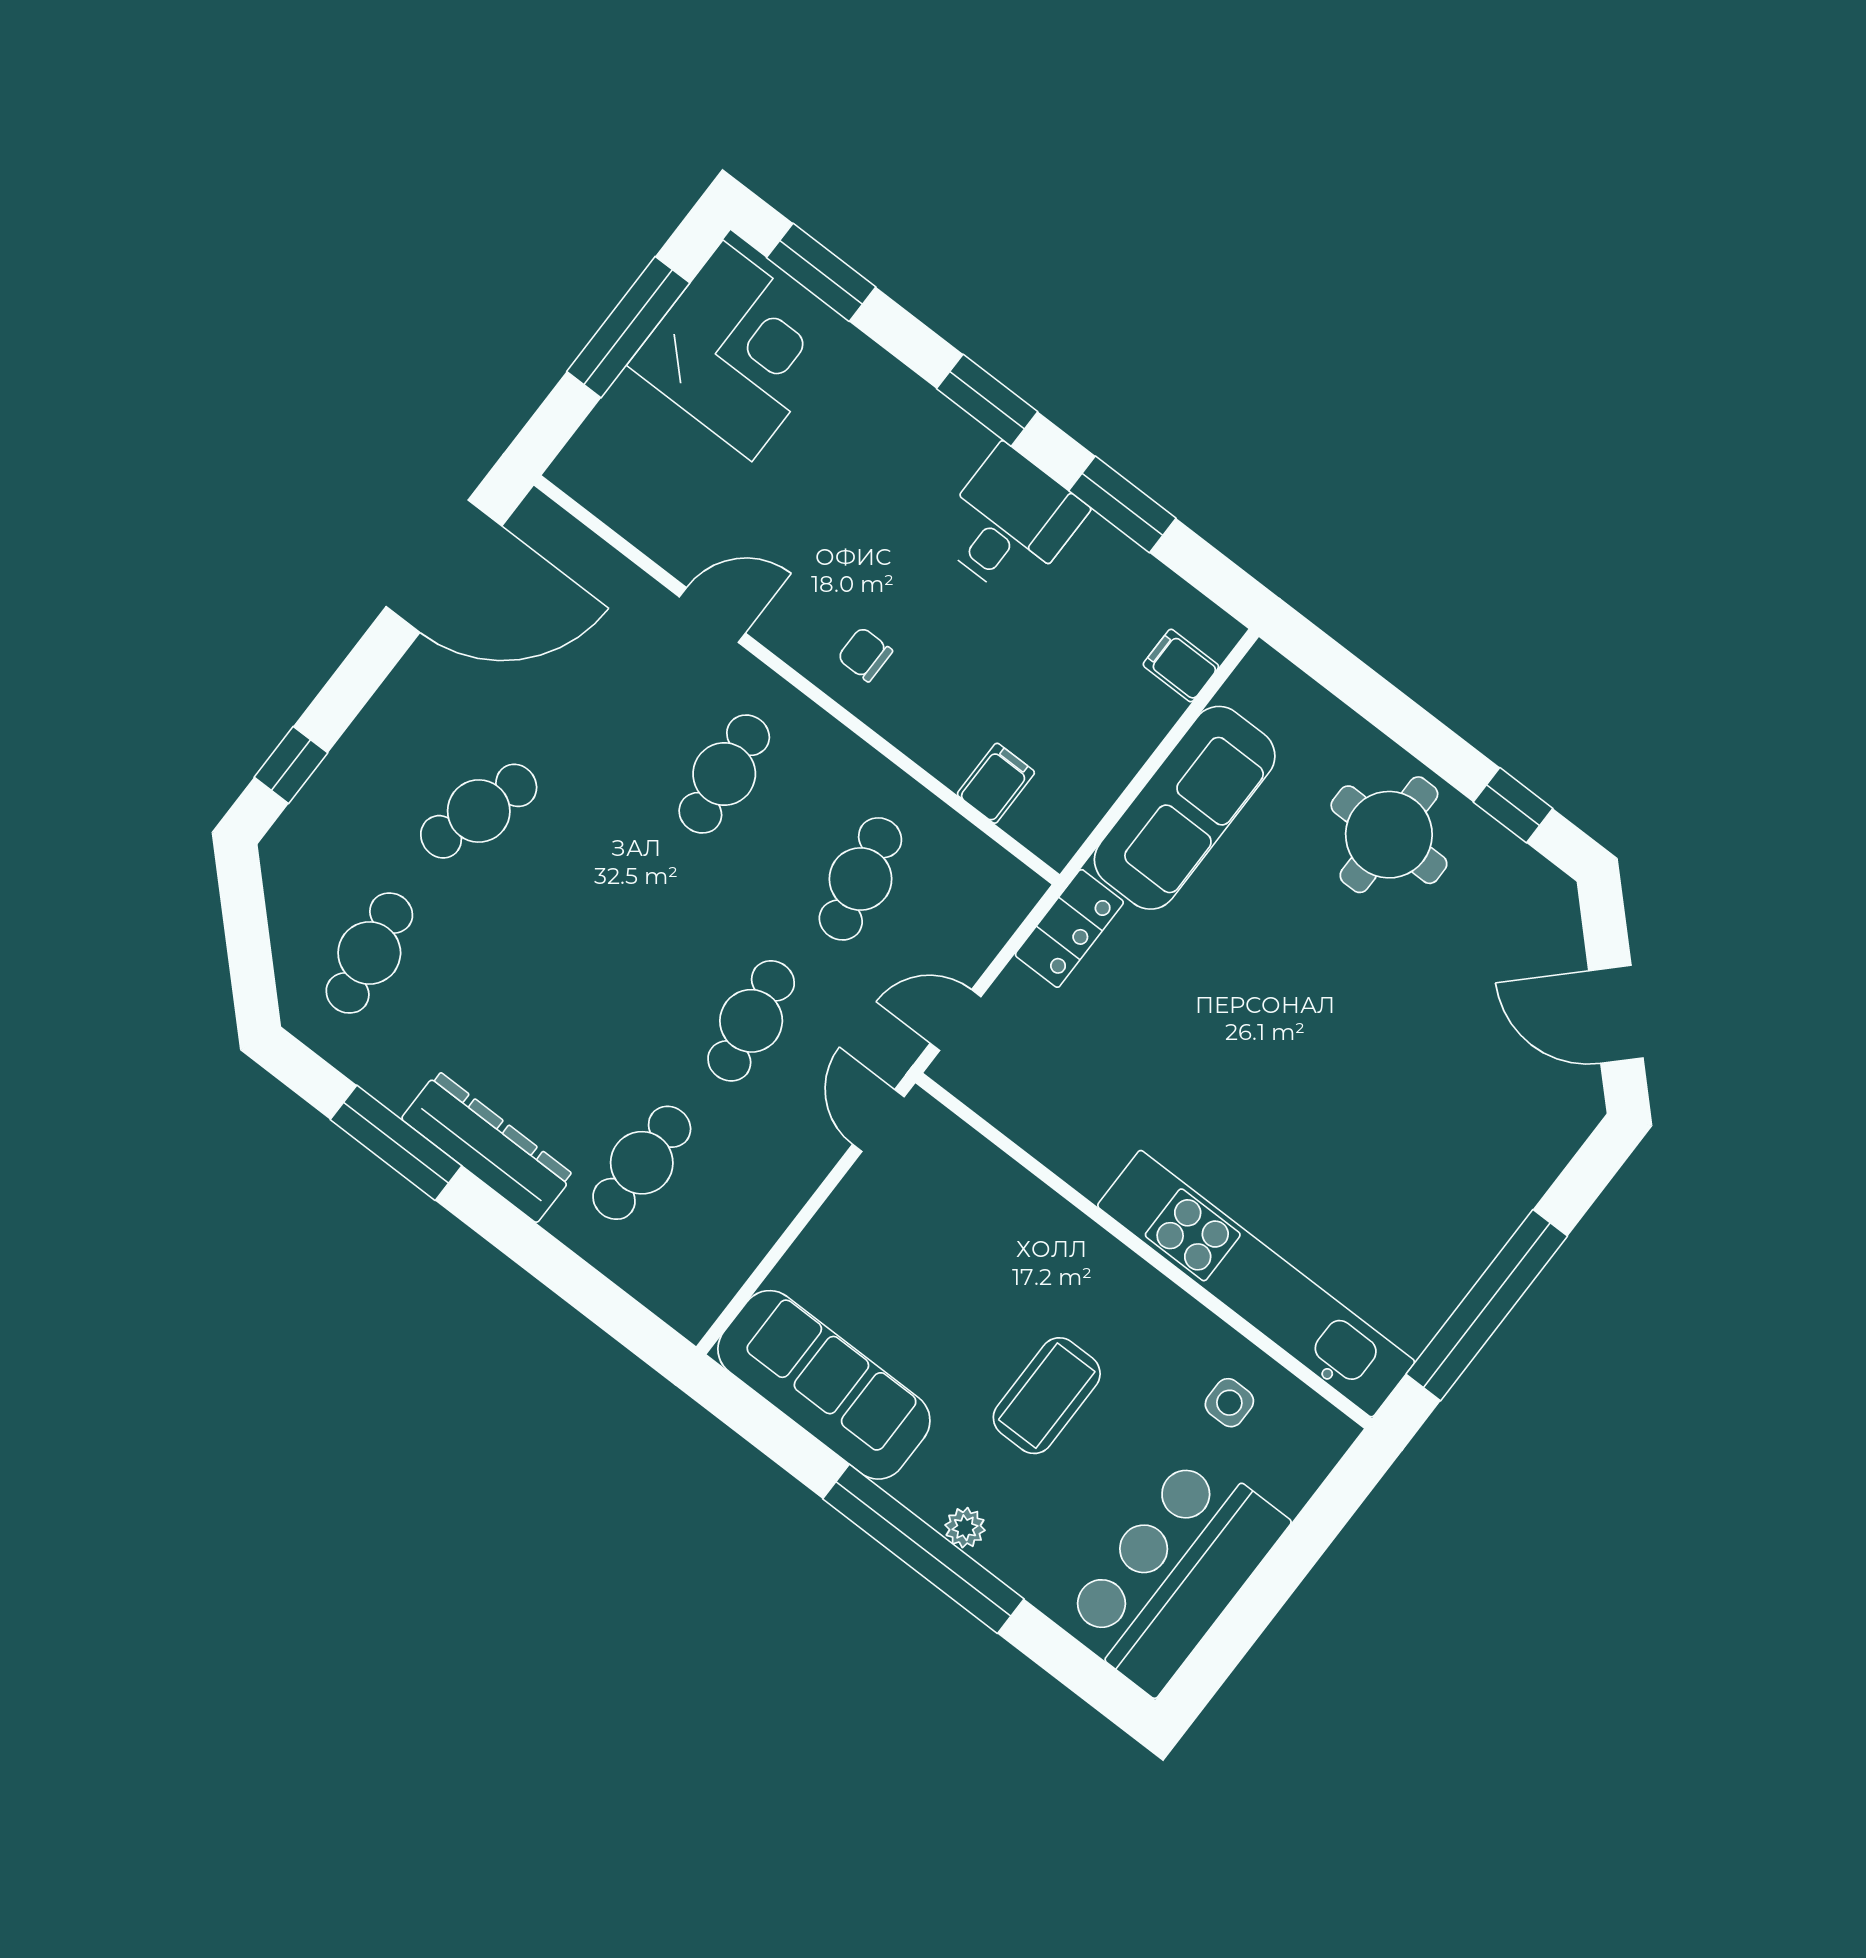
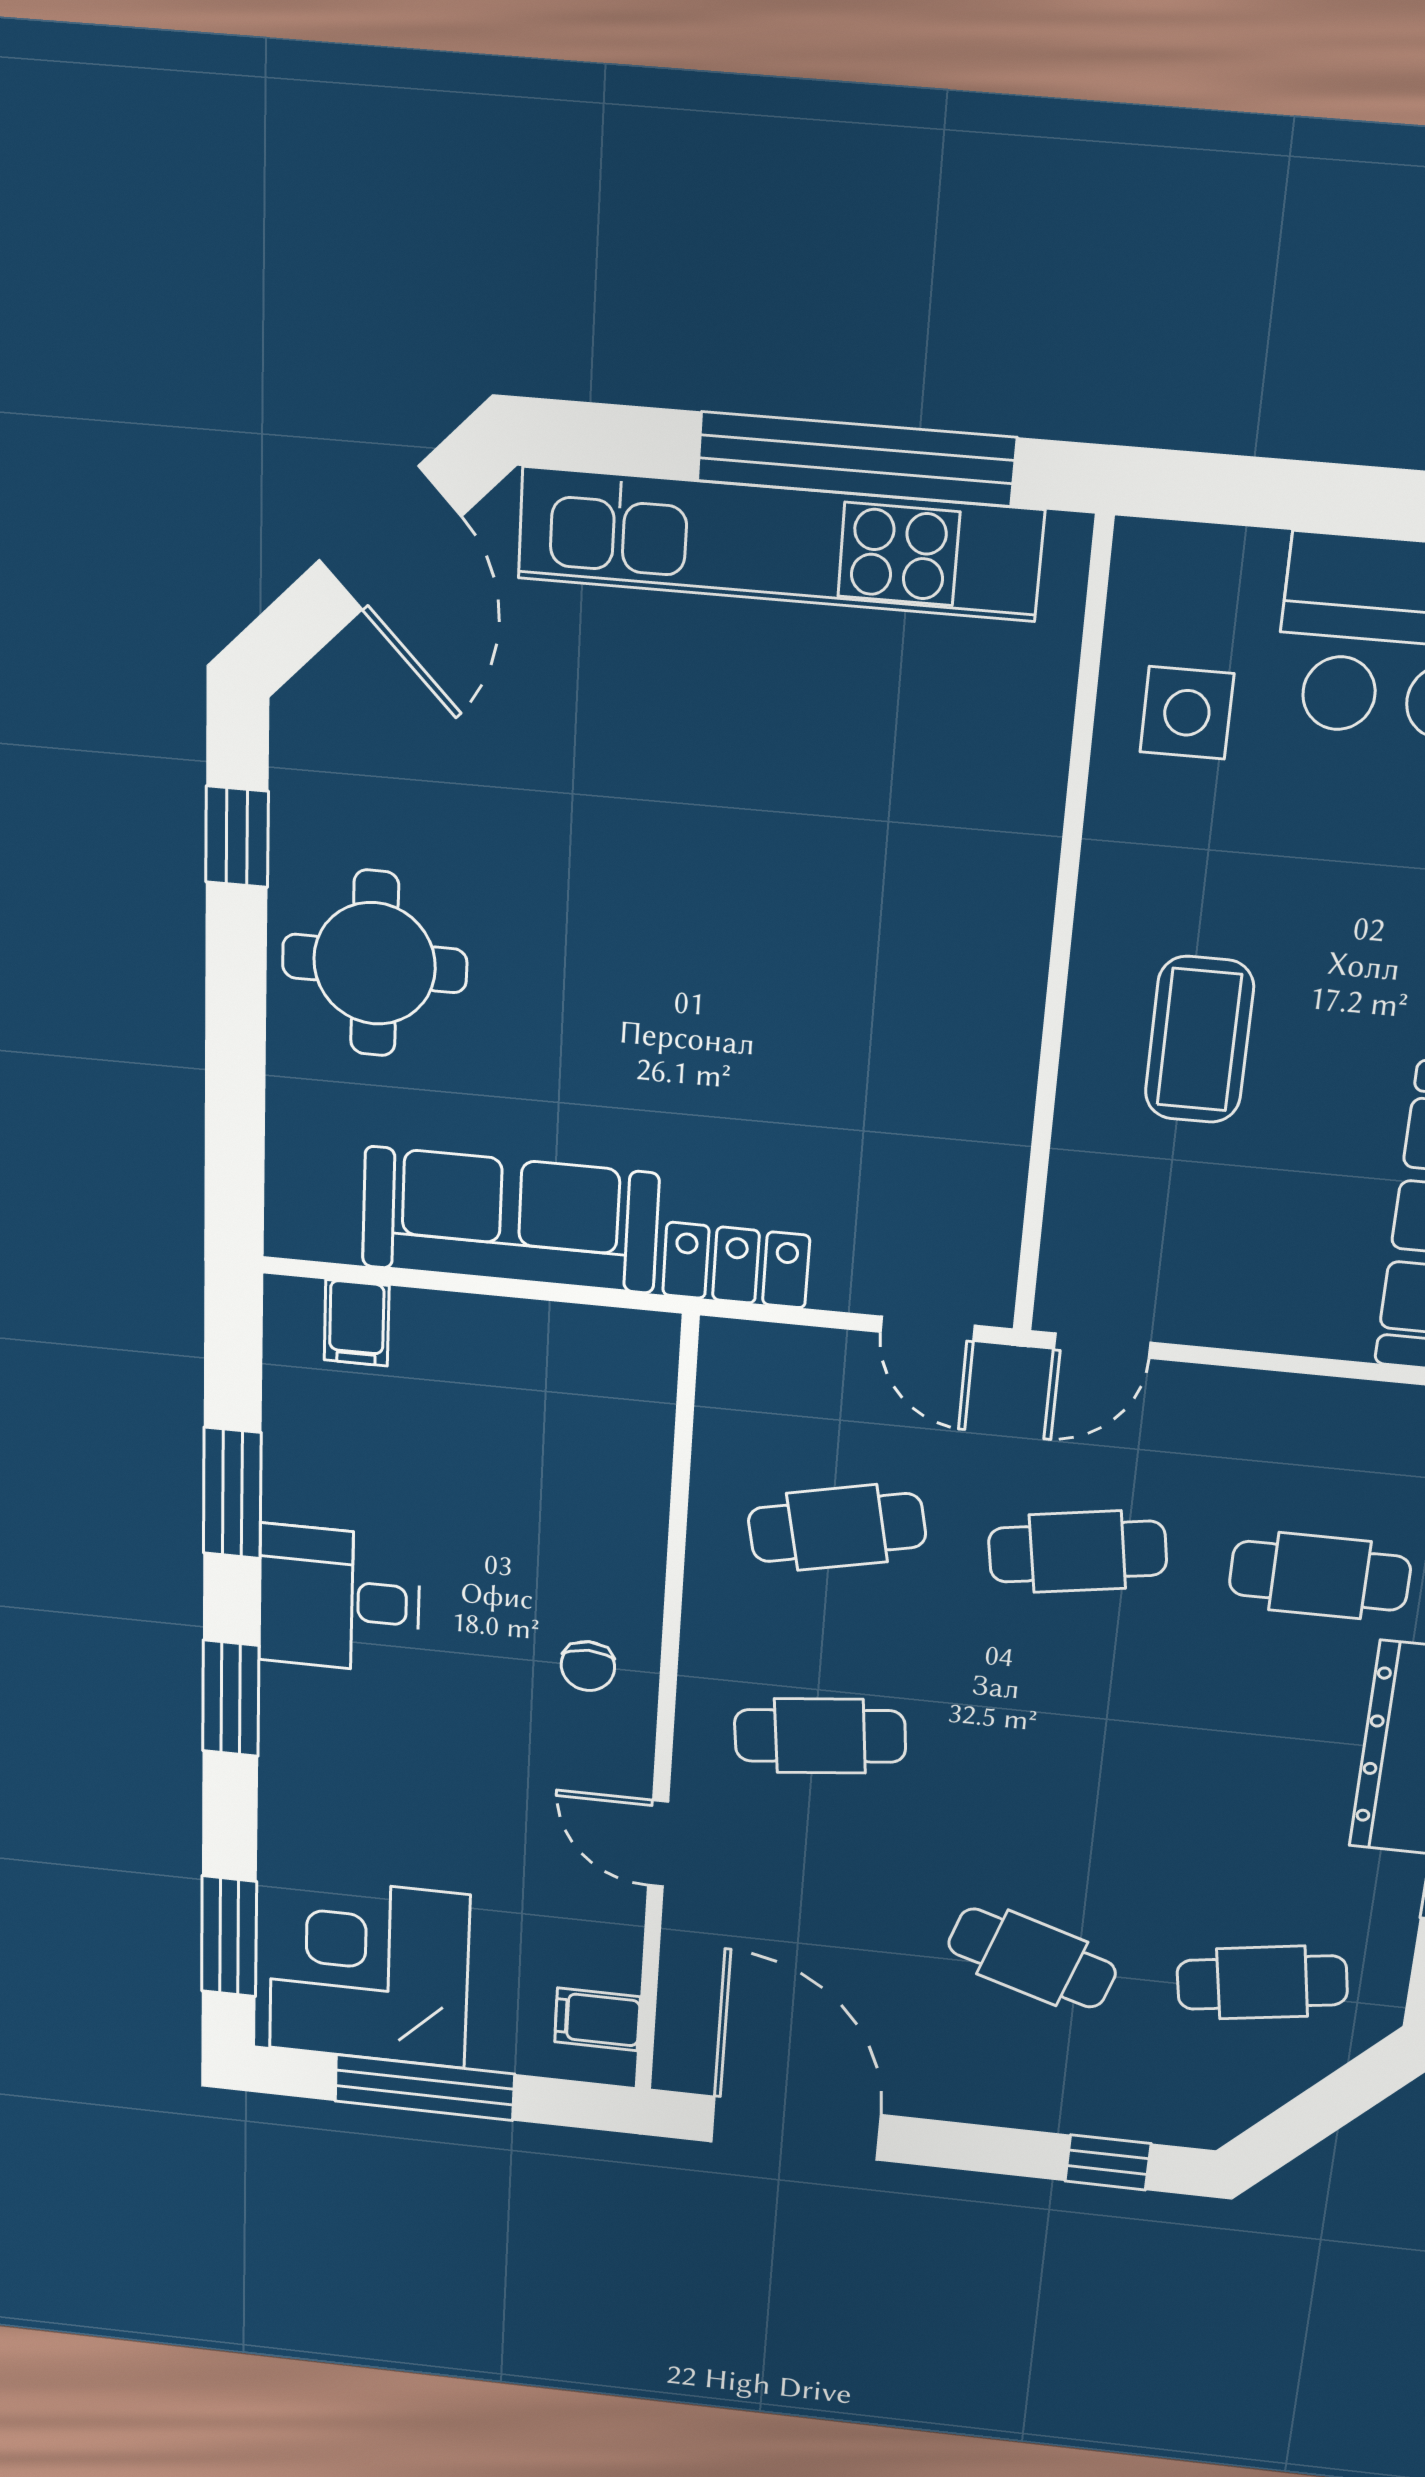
filing cabinet: (996, 783) -> (597, 2019), moved
kitchen unit: (1256, 1284) -> (779, 544), moved, turned -90
coffee table: (1047, 1396) -> (1199, 1040), moved, turned 90
side table: (1229, 1403) -> (1187, 713), width x1.37, depth x1.37

